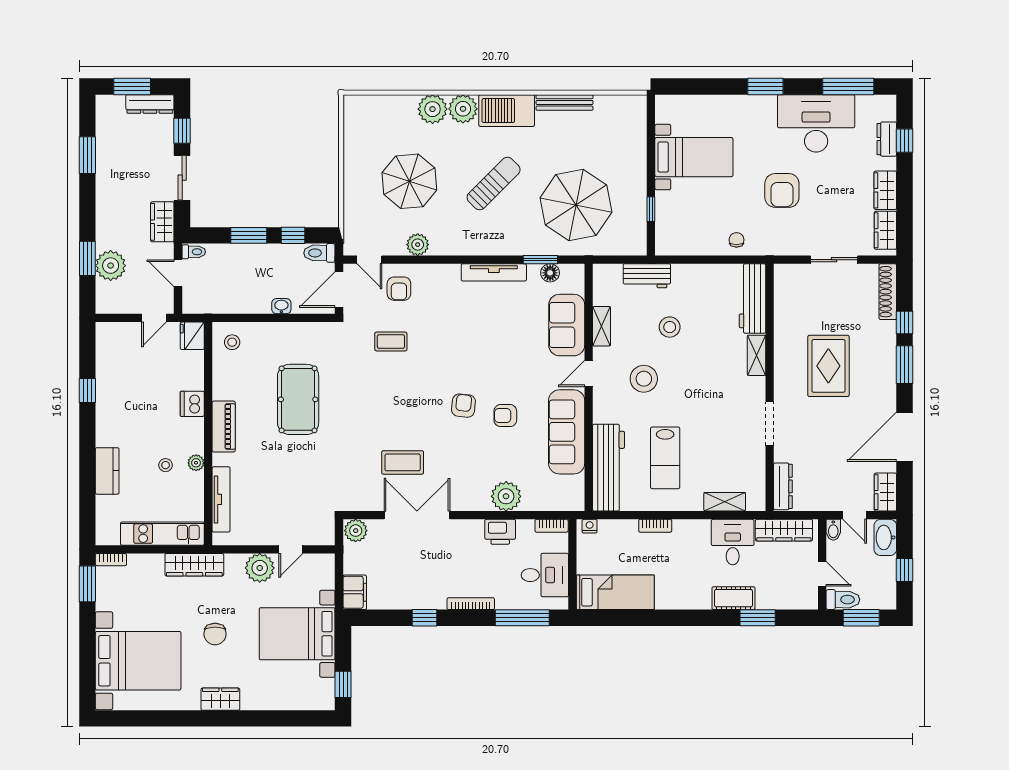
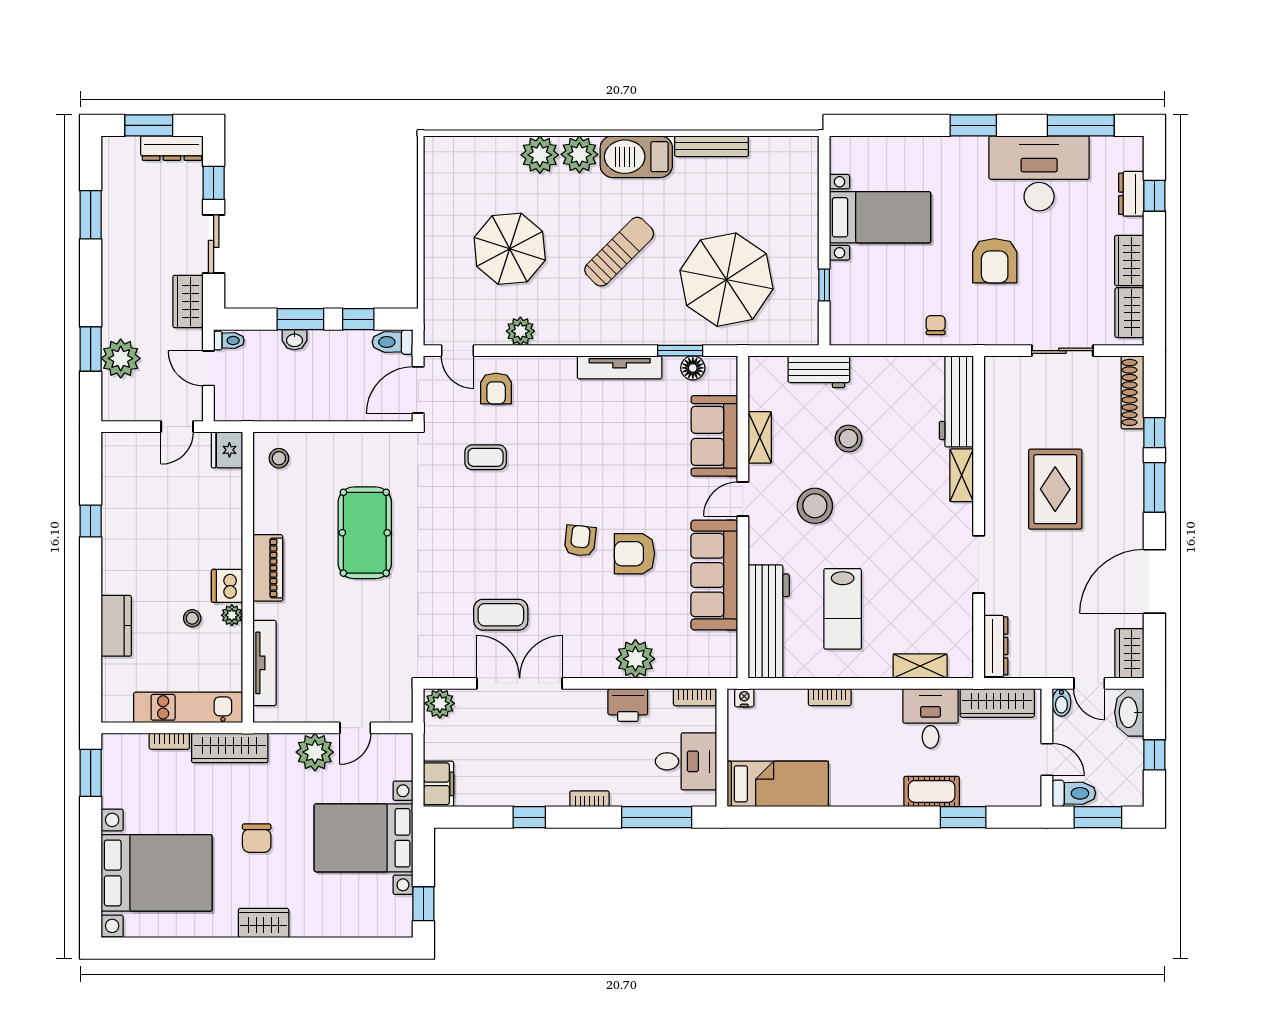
washbasin: (281, 306) -> (294, 340), moved, turned 180
dishwasher: (192, 404) -> (227, 586), moved
armchair: (505, 416) -> (635, 554), width x1.38, depth x1.38
bookcase: (111, 560) -> (169, 741), moved
bookcase: (471, 604) -> (590, 799), width x0.64

